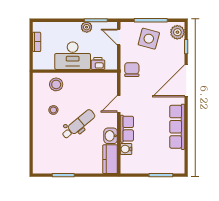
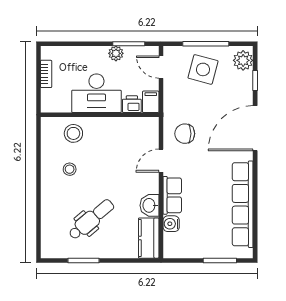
filing cabinet: (111, 62) -> (151, 102), added
chair: (132, 70) -> (185, 134), moved, turned -90
dental chair: (78, 124) -> (91, 219), moved
row of seats: (177, 127) -> (243, 204), width x1.36

